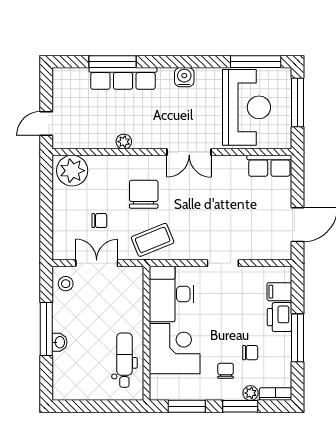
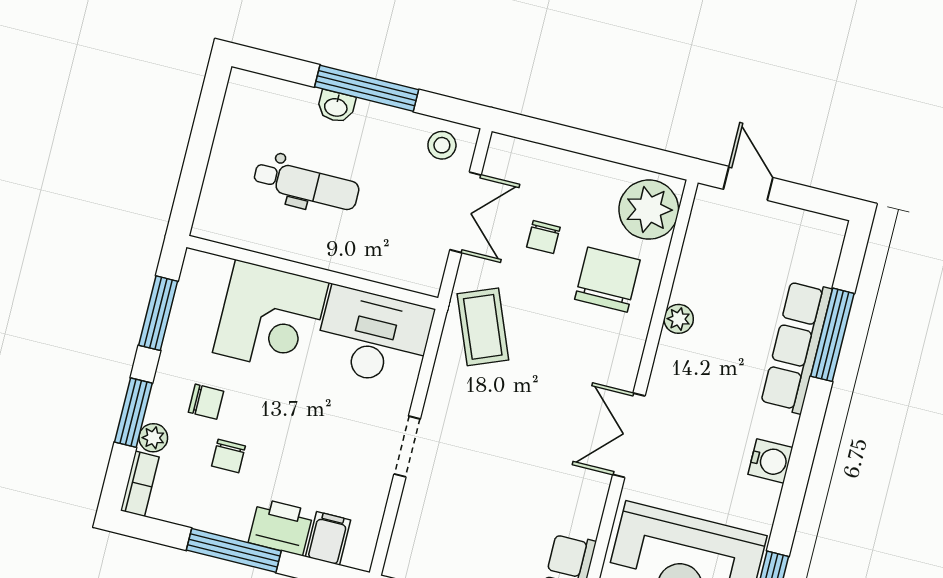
chair: (144, 194) -> (607, 280), moved, turned -90
dental chair: (124, 360) -> (306, 185), moved

